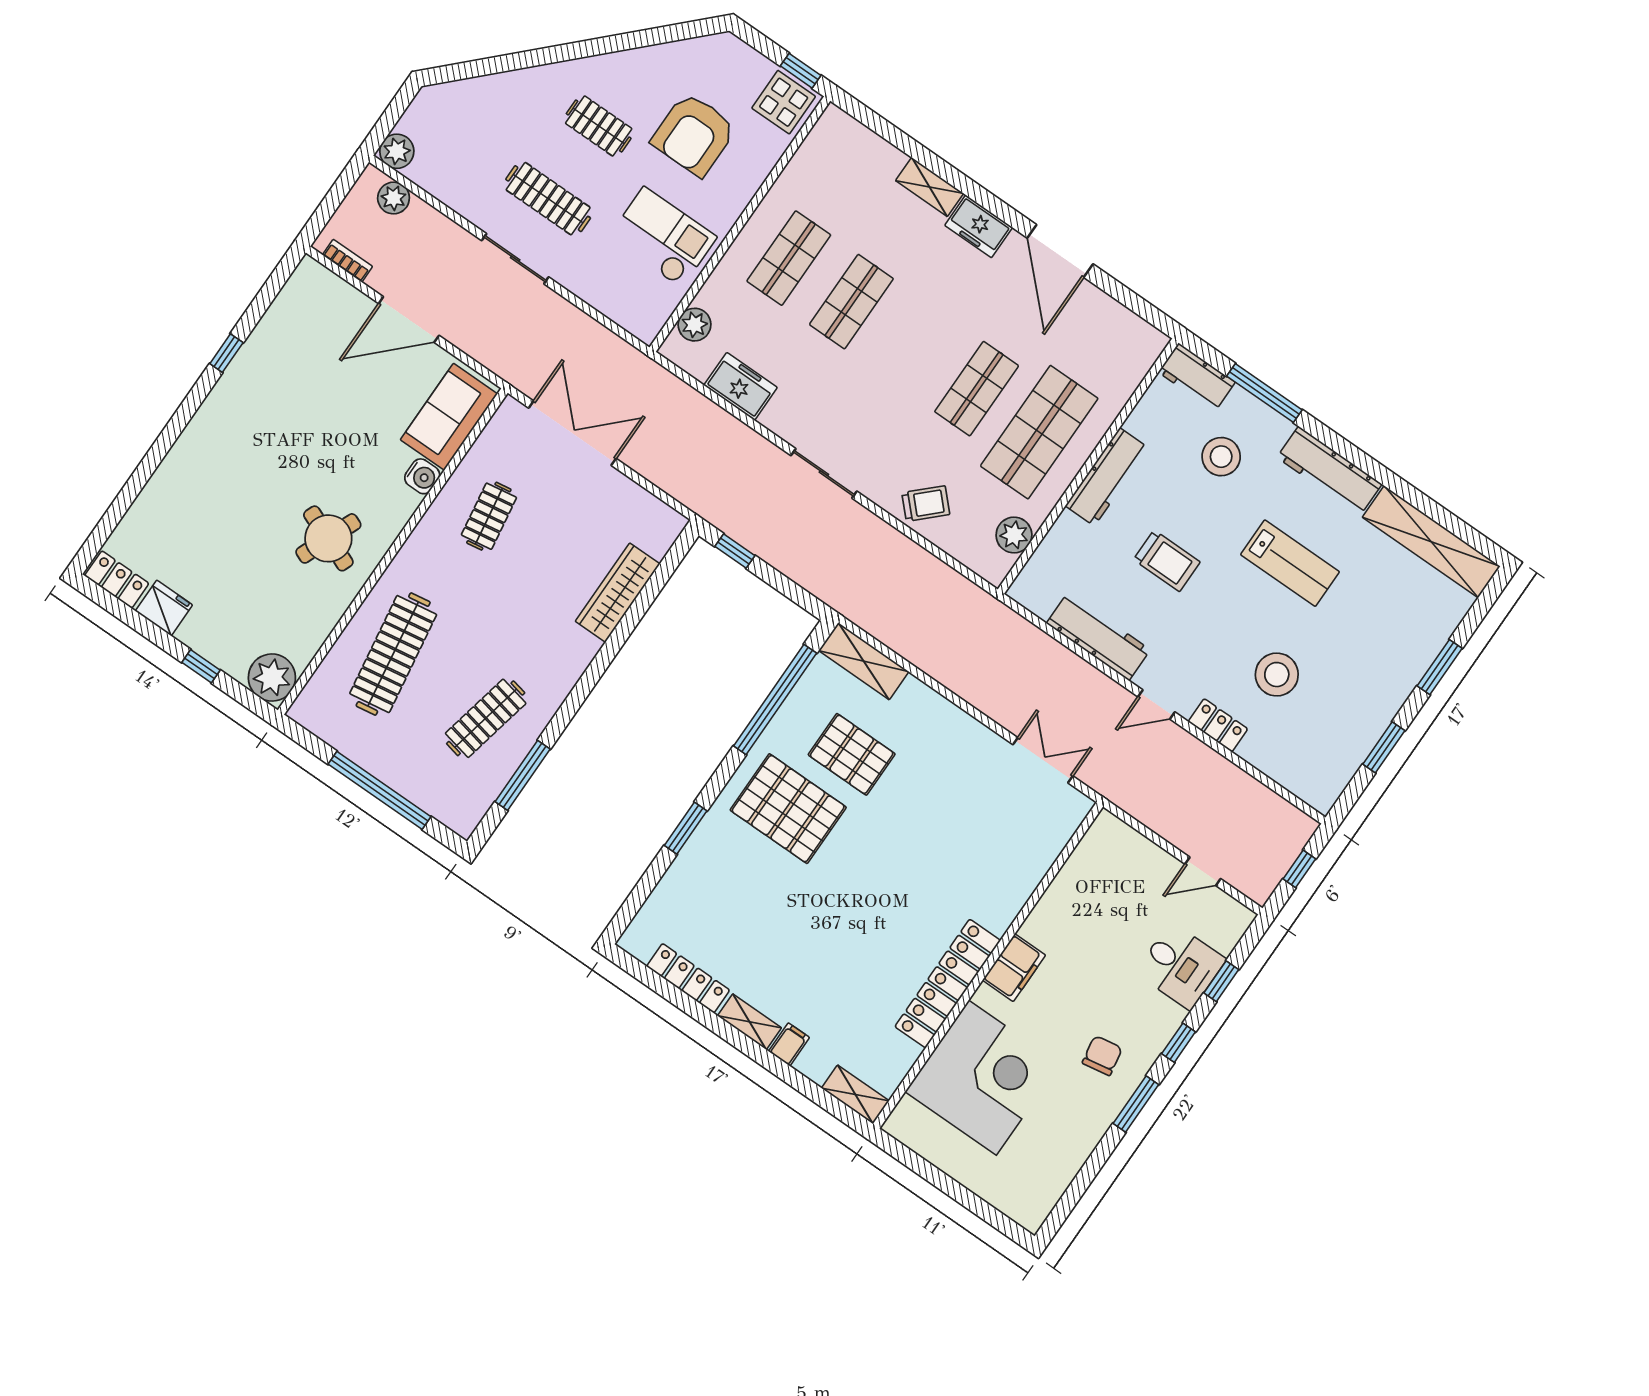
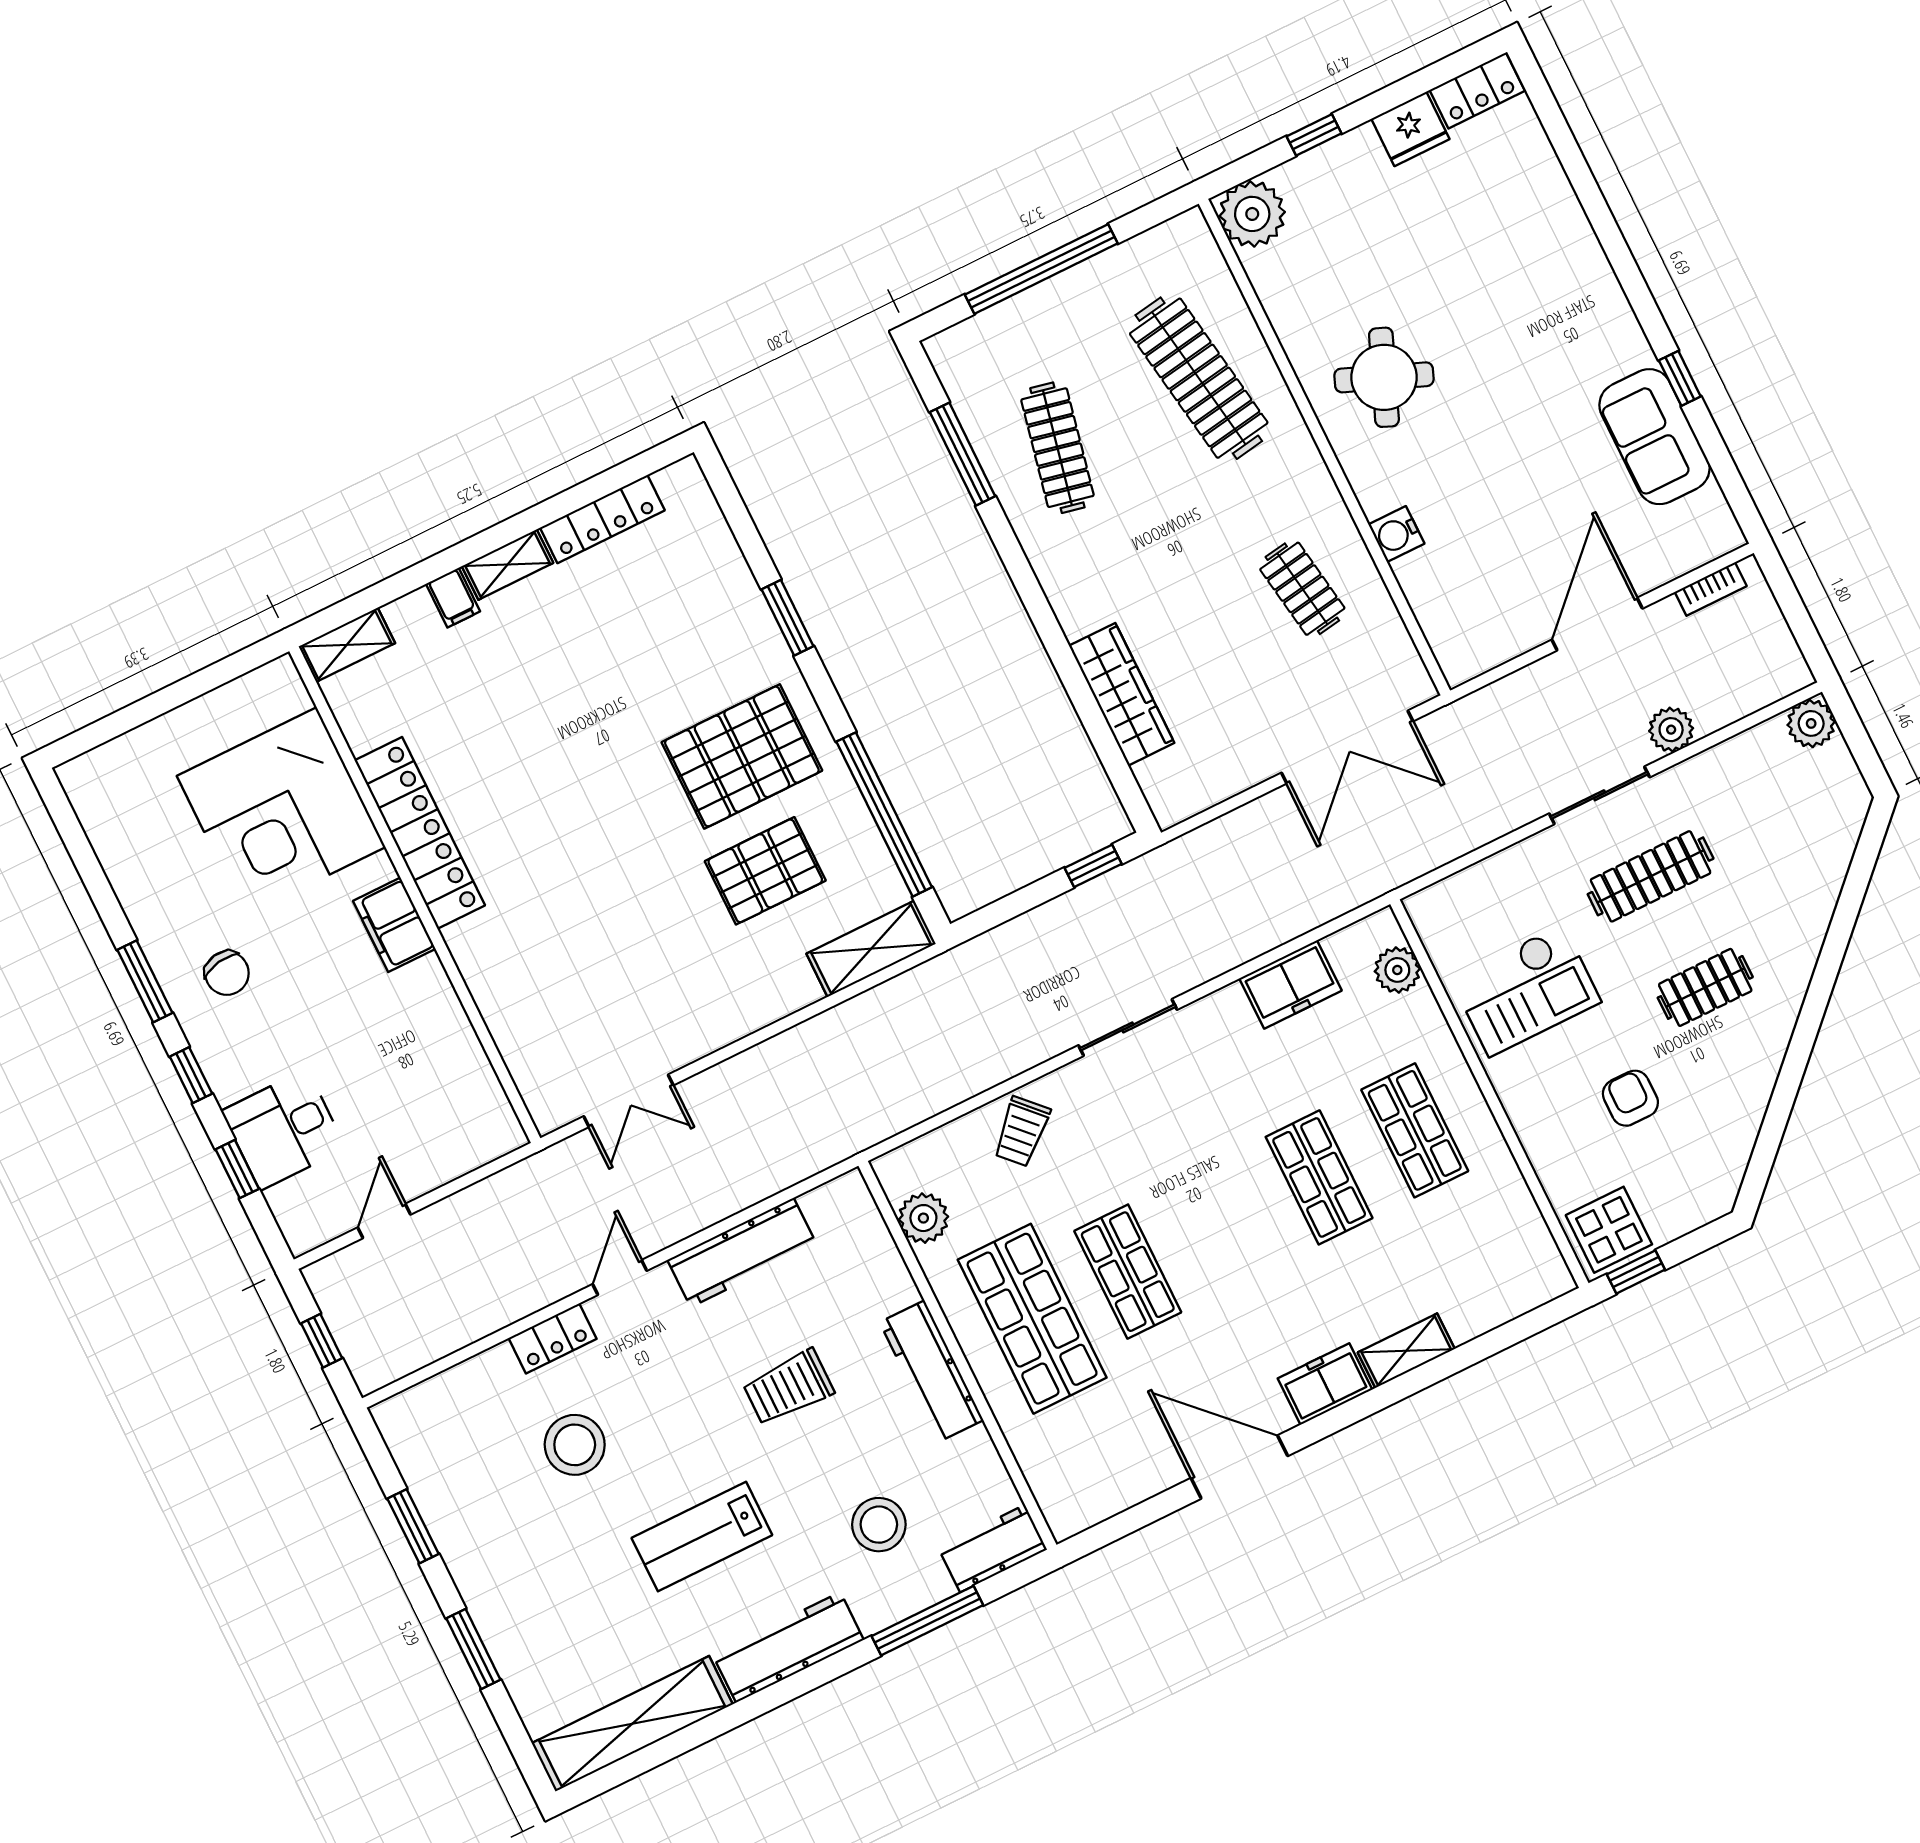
armchair: (694, 134) -> (1630, 1098), width x0.53, depth x0.53
plant: (394, 198) -> (1671, 730), moved
sofa: (449, 417) -> (1654, 437), moved, turned 180

